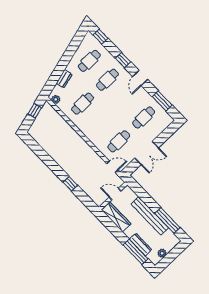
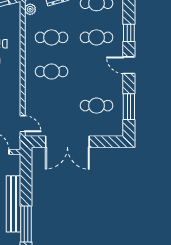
door: (140, 78) -> (129, 65), hinge flipped
cafe table: (119, 141) -> (52, 71), moved
double door: (147, 153) -> (67, 142), width x1.37

